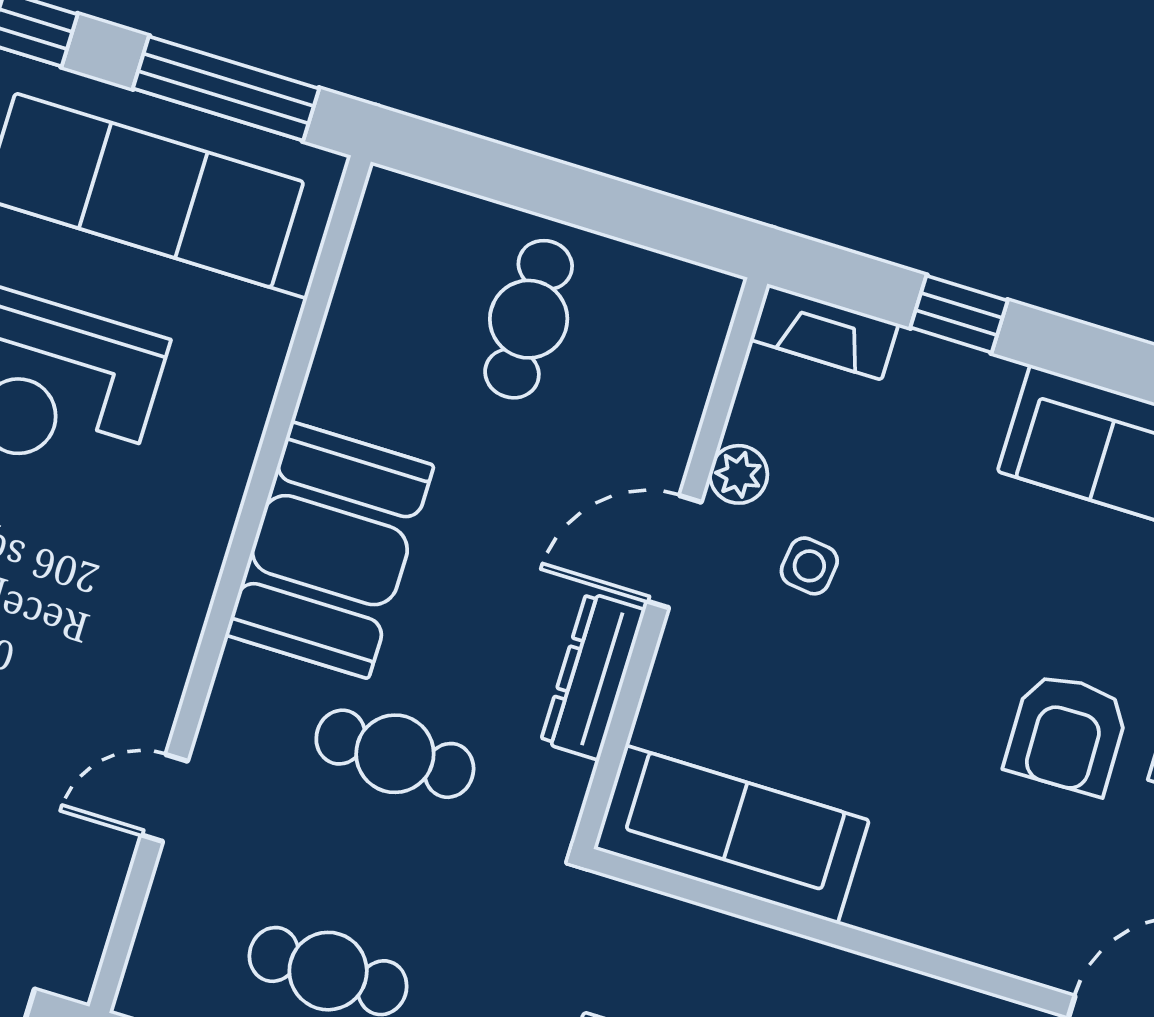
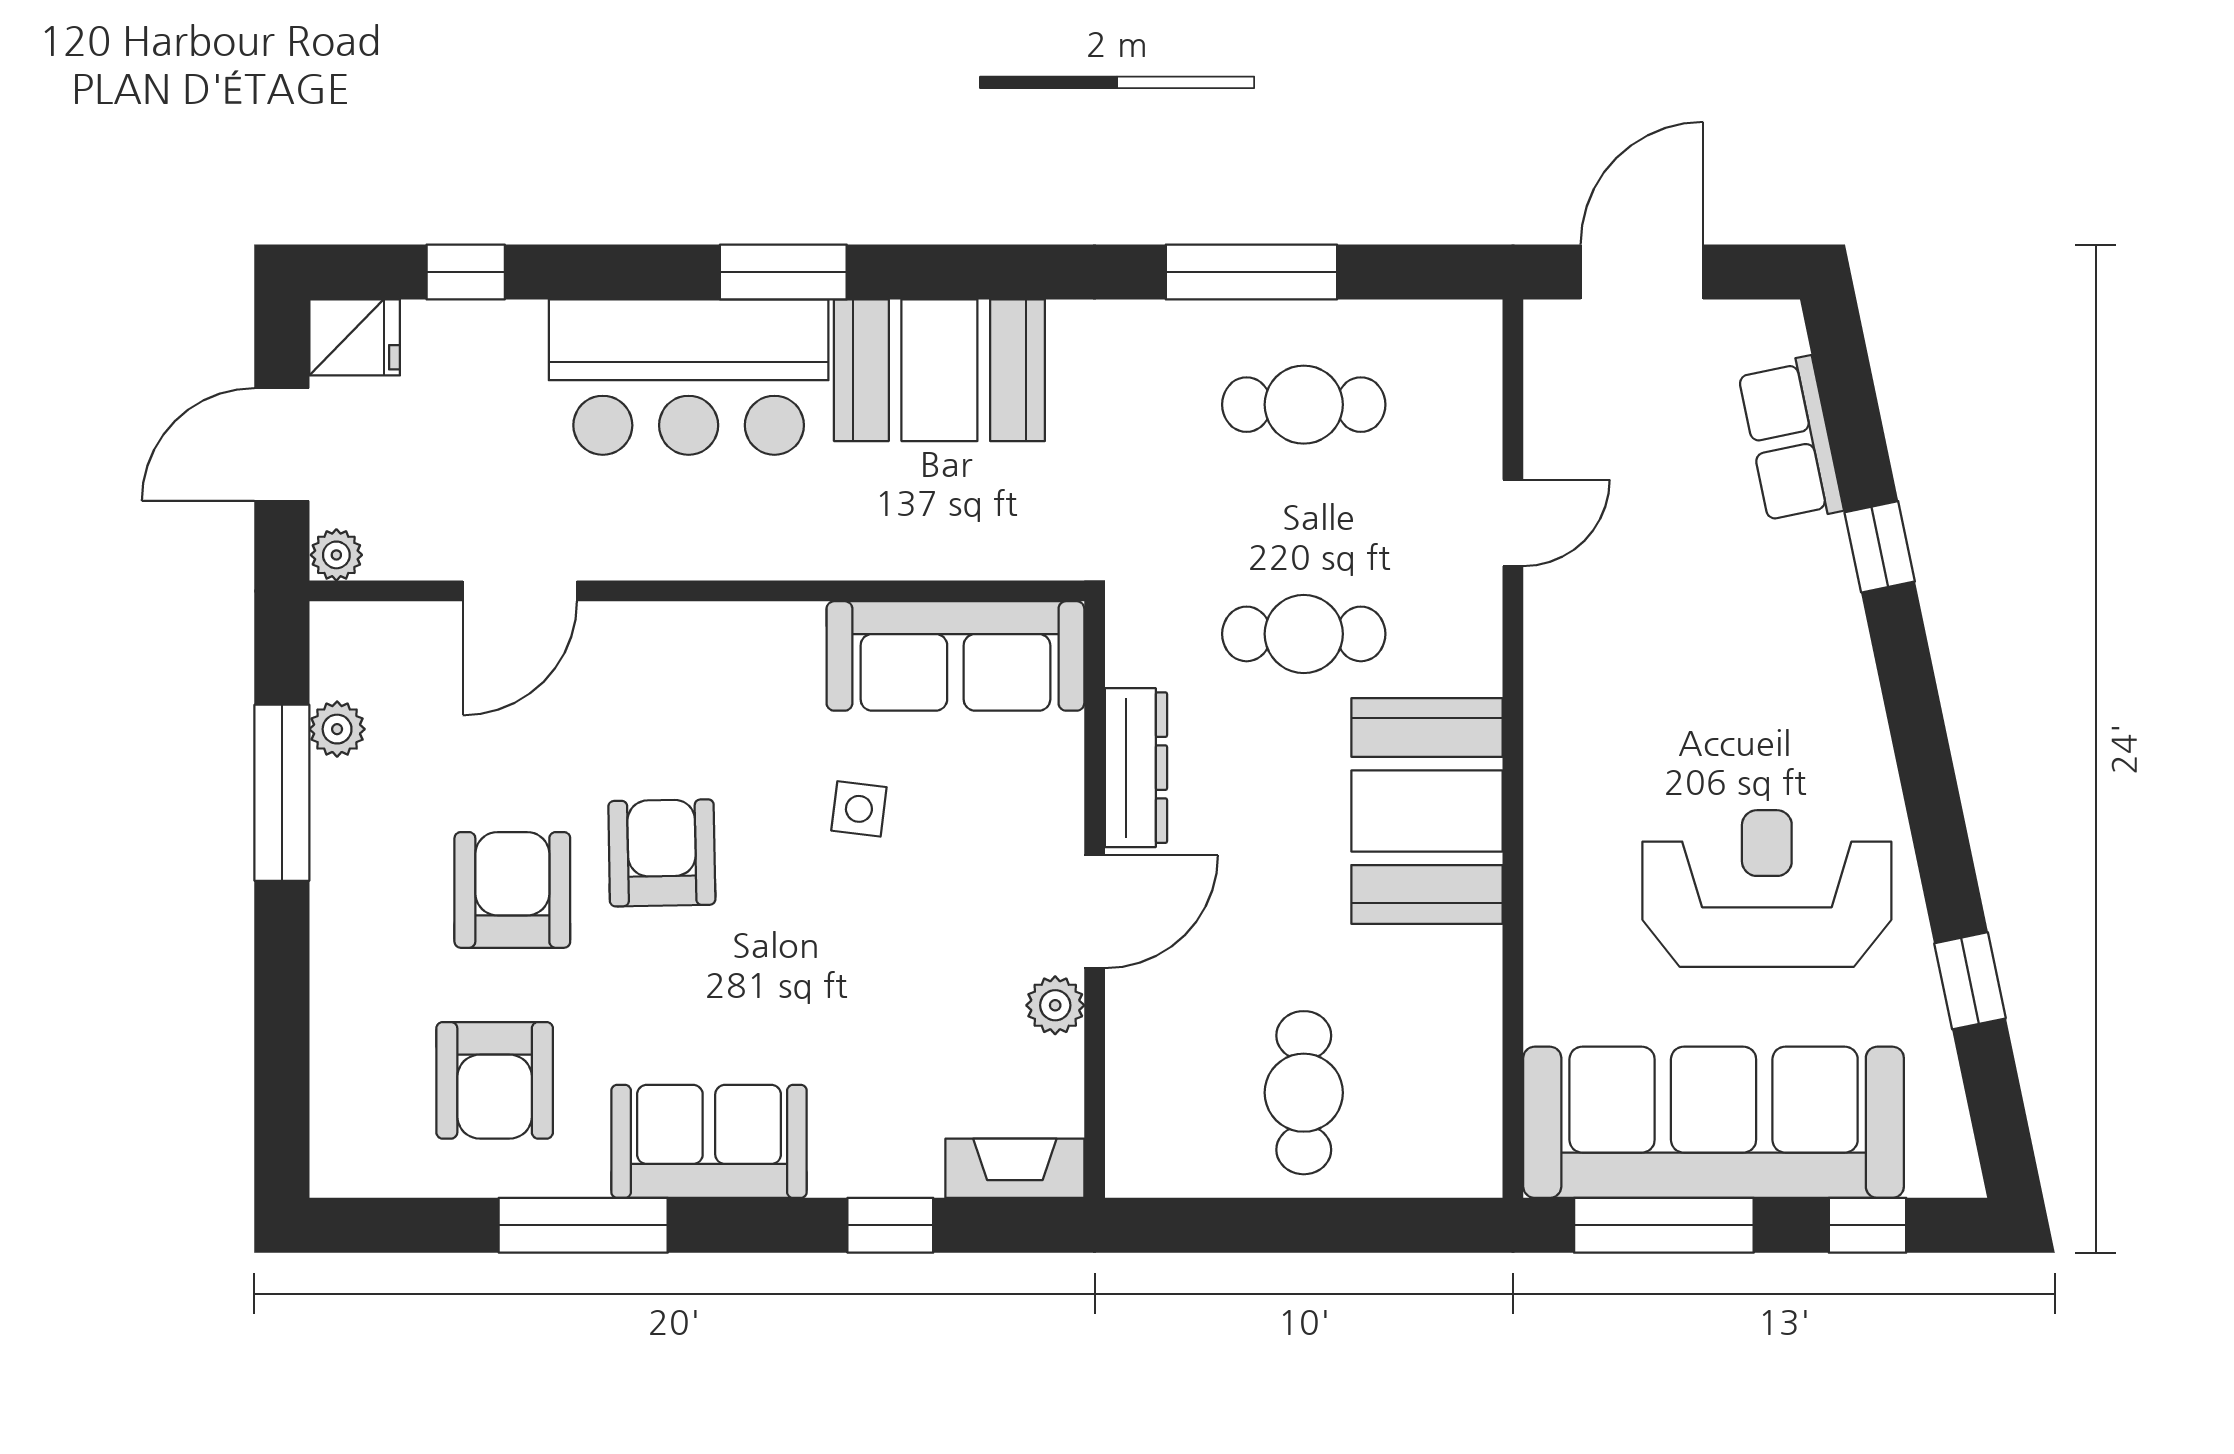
side table: (809, 566) -> (859, 809), moved

